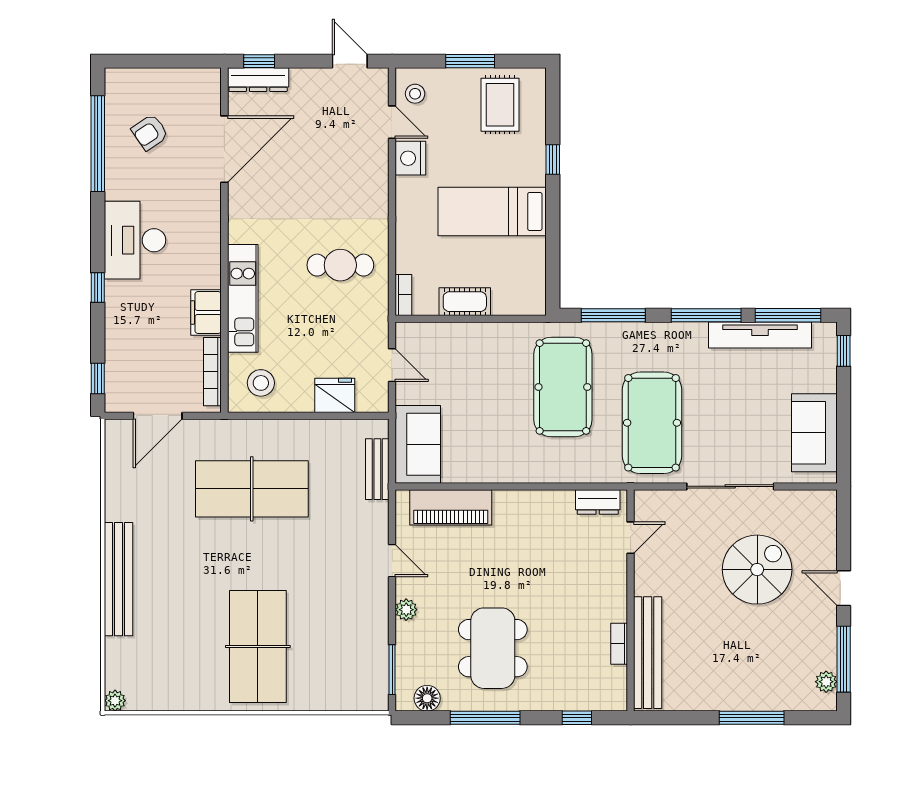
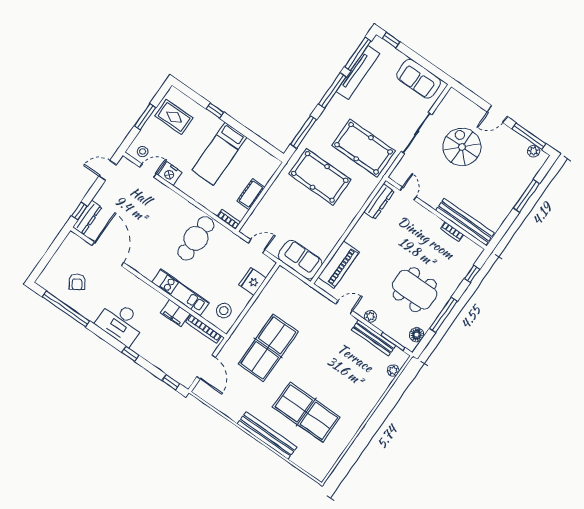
cafe table: (340, 265) -> (196, 238), width x1.37, depth x1.35
bench: (377, 469) -> (374, 338), moved, width x1.36
dresser: (598, 502) -> (379, 202), width x1.44
table tennis table: (258, 646) -> (306, 412), moved
plant: (115, 701) -> (393, 370), moved

